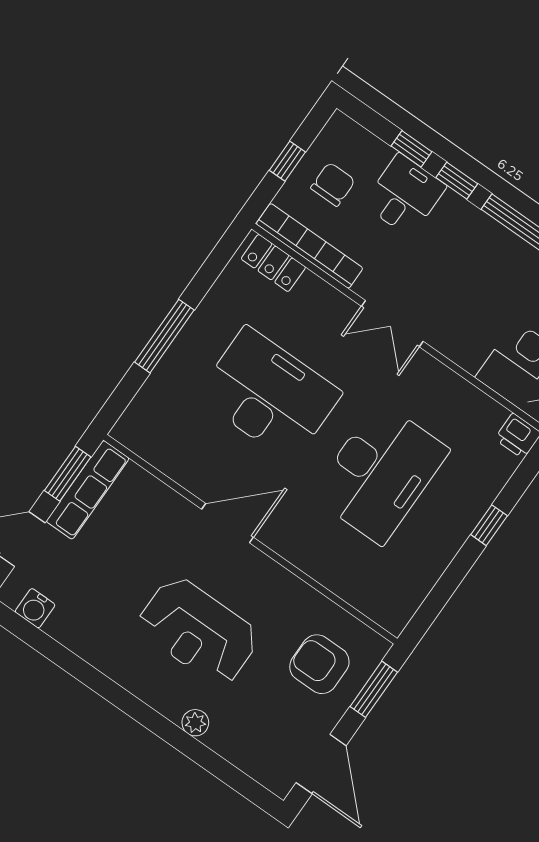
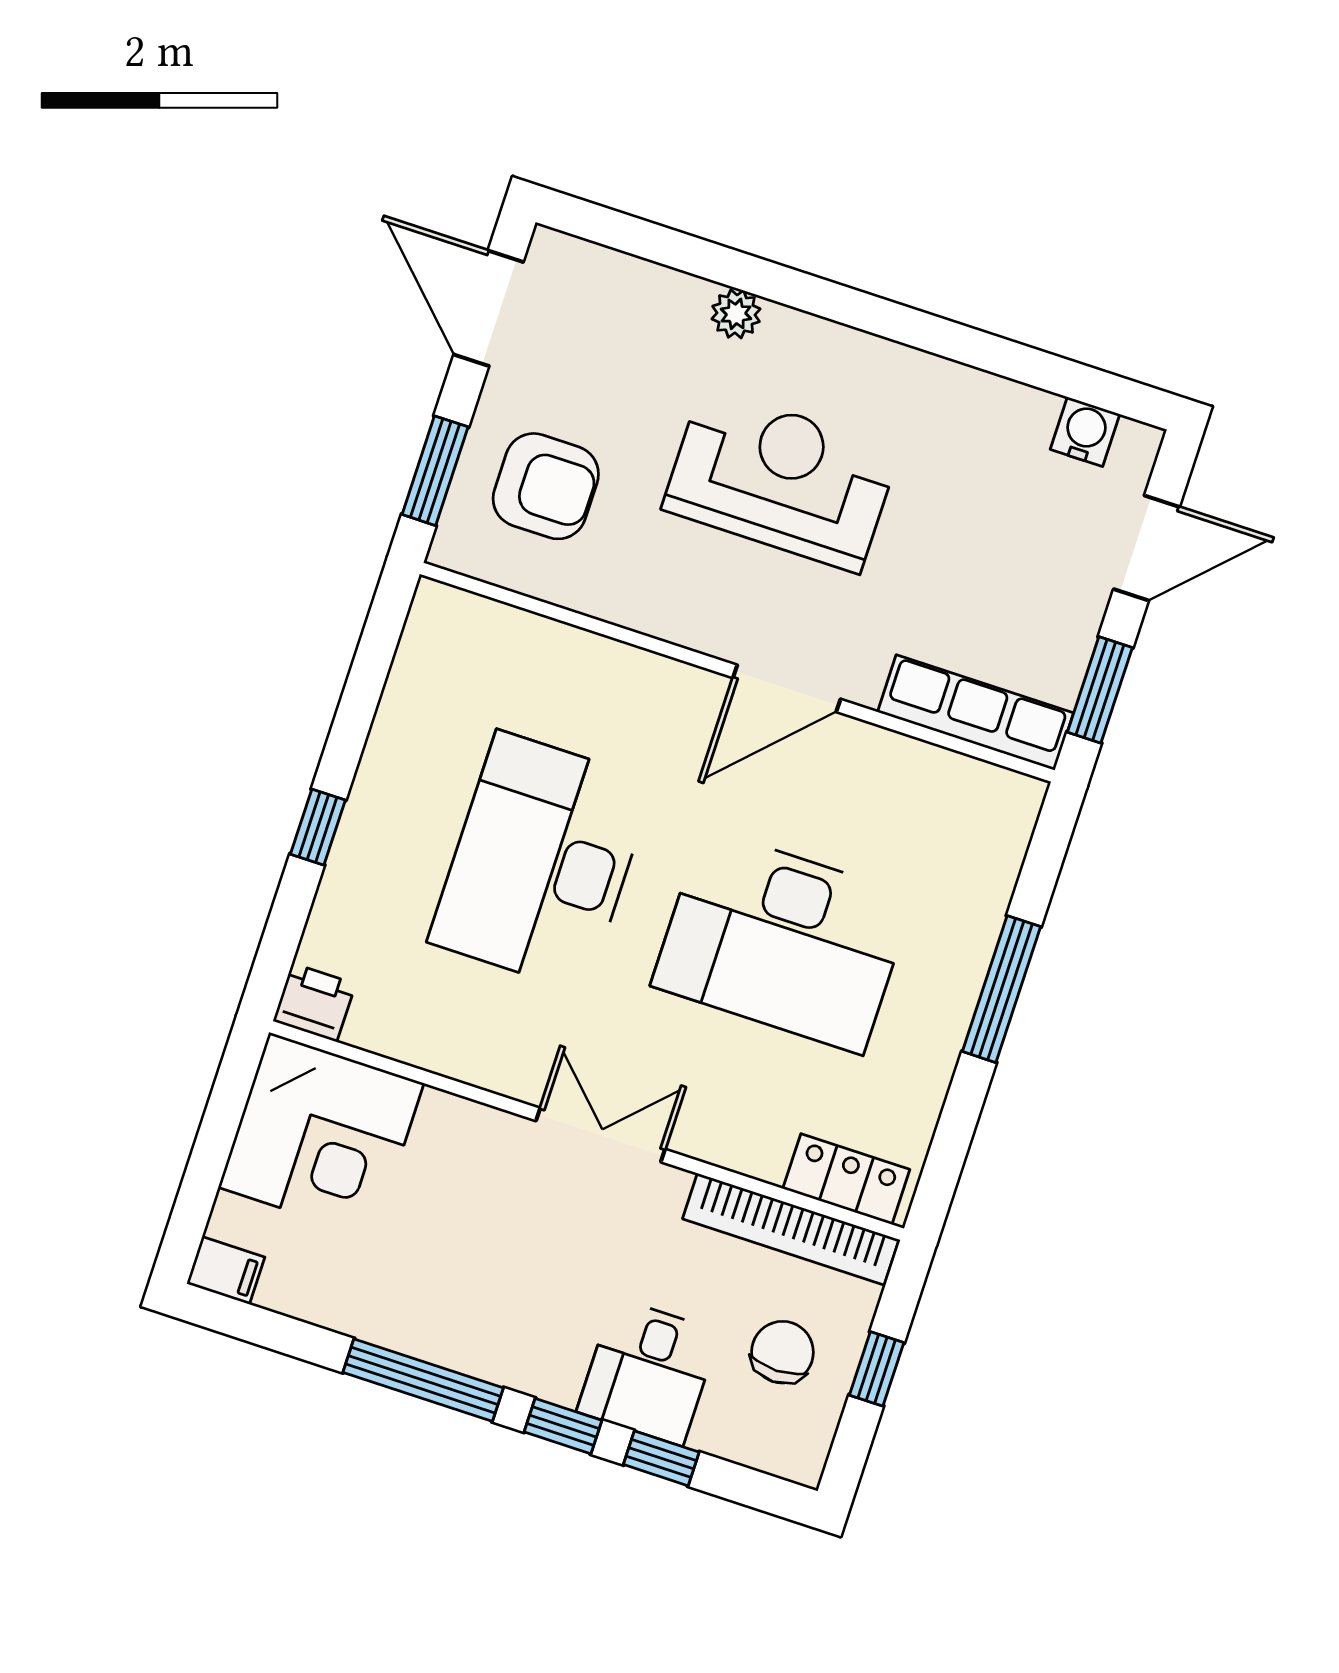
chair: (333, 184) -> (782, 1352), turned 180
row of seats: (88, 490) -> (976, 712), moved, turned 90

